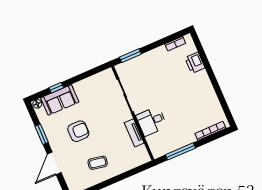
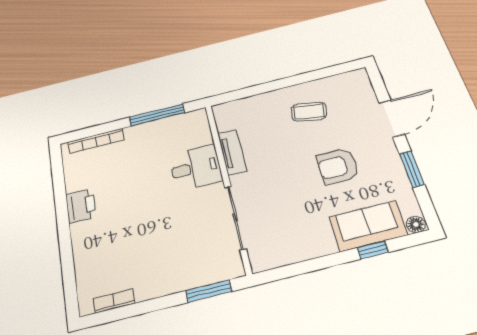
printer: (195, 63) -> (81, 206), moved

